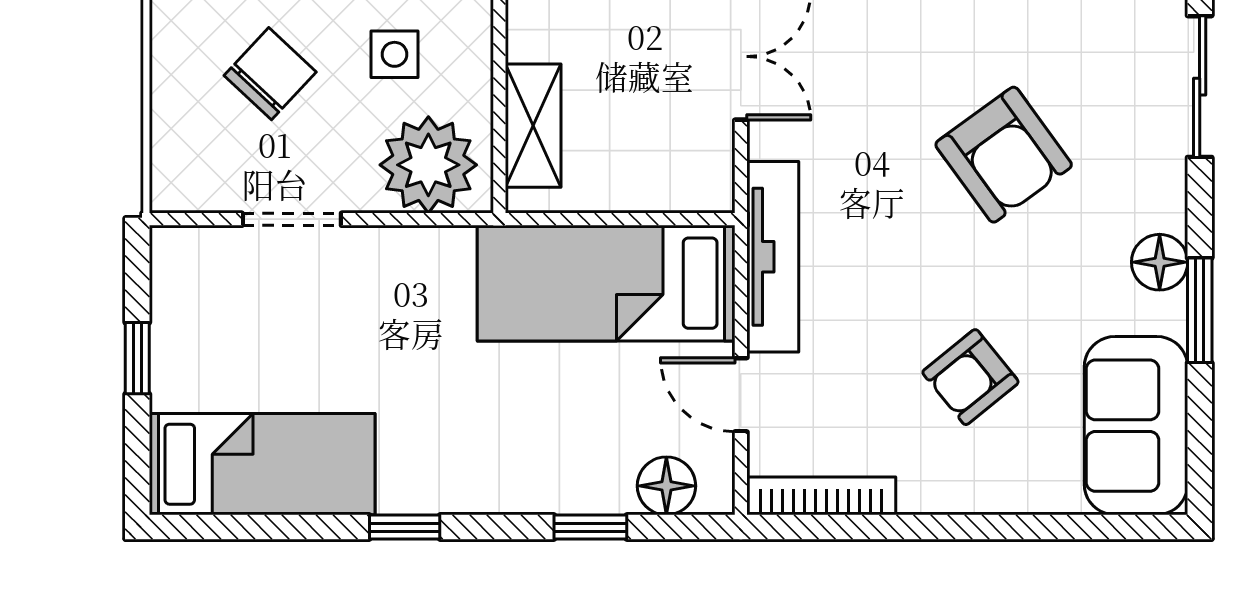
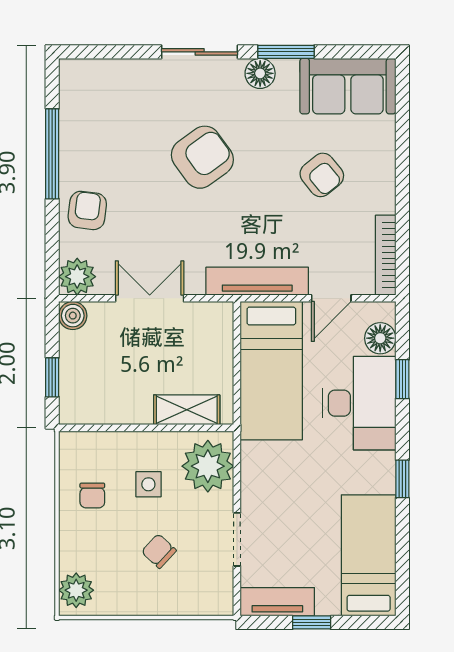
chair: (270, 74) -> (159, 551), width x0.73, depth x0.73
sliding door: (1200, 87) -> (200, 52), moved
tv unit: (176, 294) -> (277, 602), added
desk: (546, 447) -> (359, 403), added

